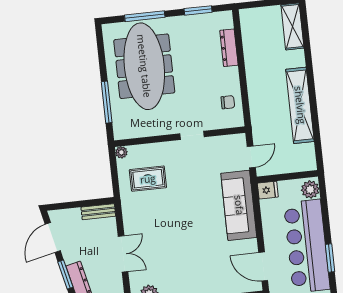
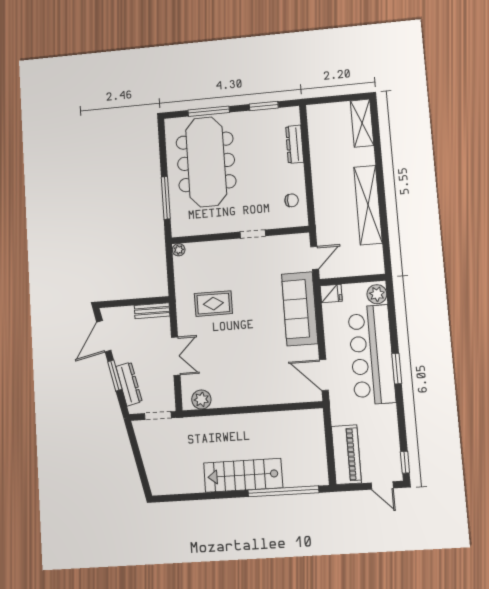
rug: (148, 179) -> (213, 304), moved

